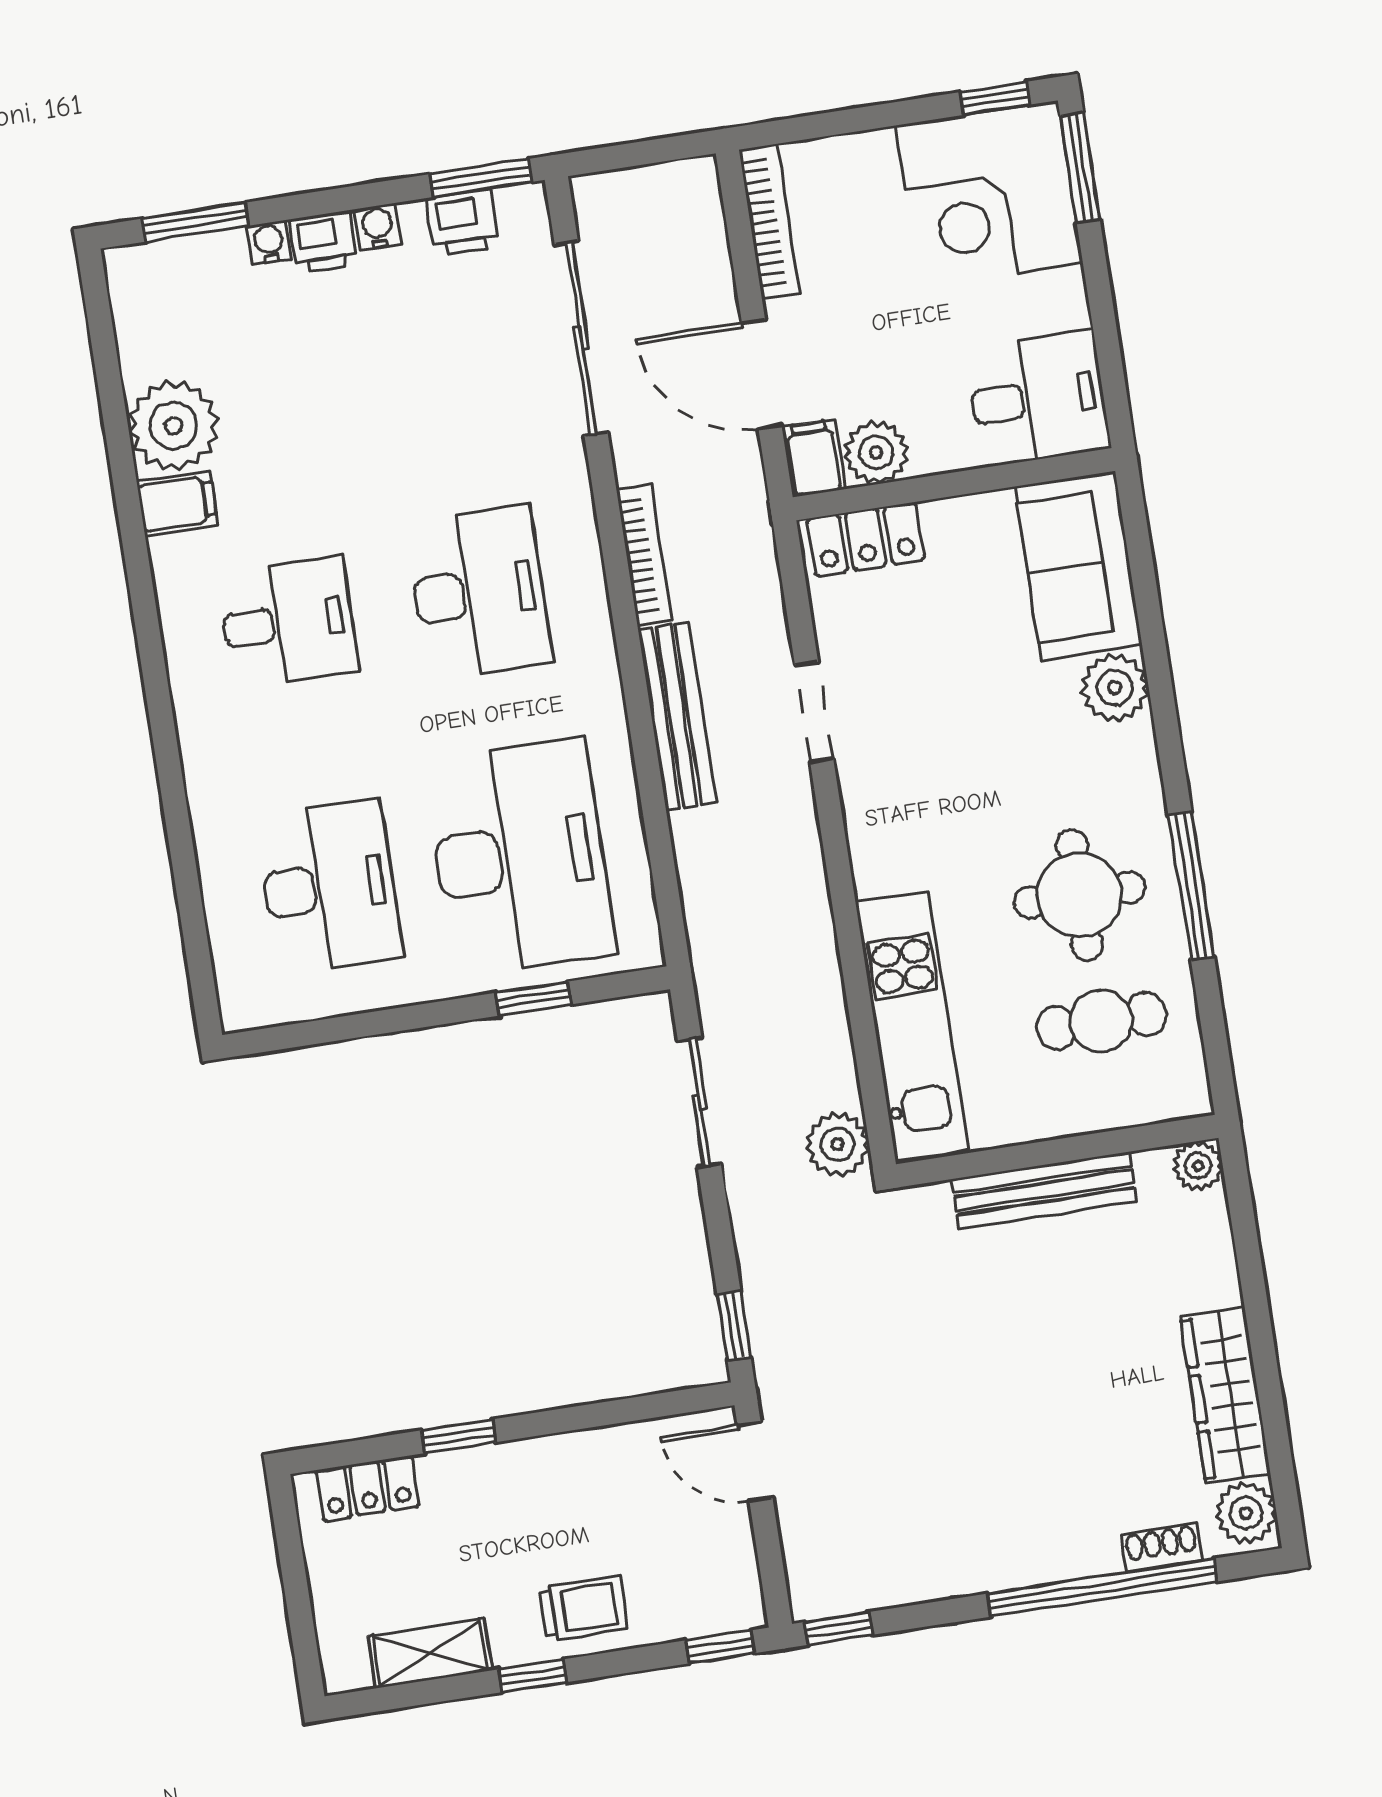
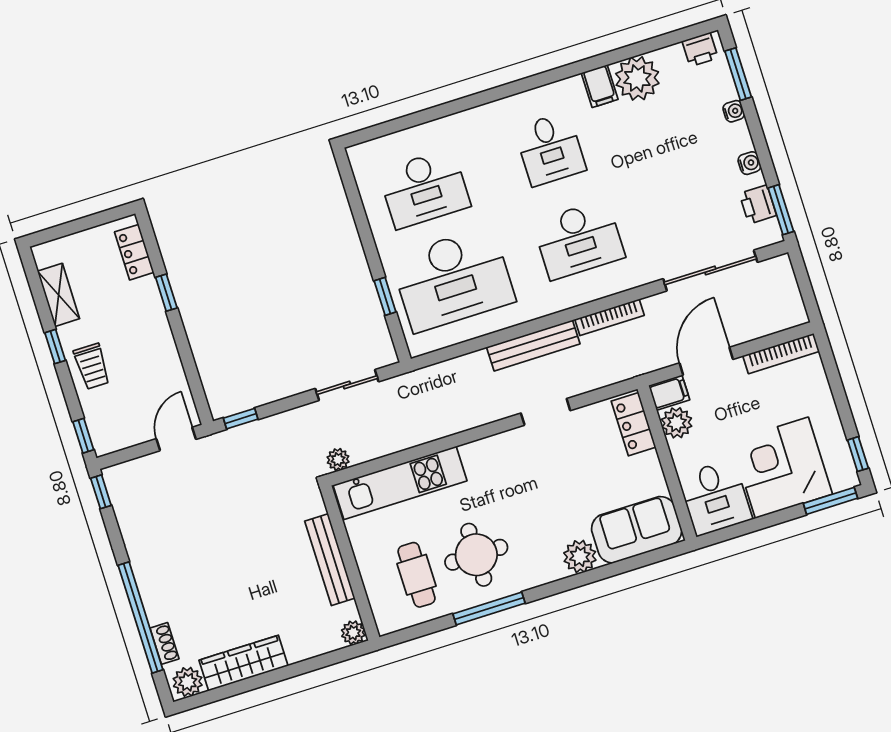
corner desk: (989, 194) -> (782, 468), moved
printer: (324, 242) -> (700, 49), moved, turned -90
plant: (838, 1144) -> (338, 460), width x0.73, depth x0.73

